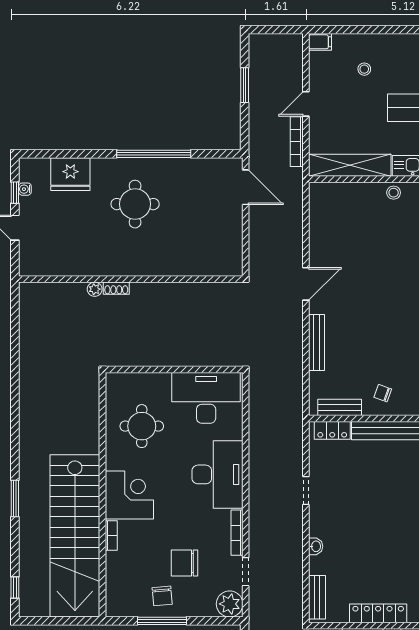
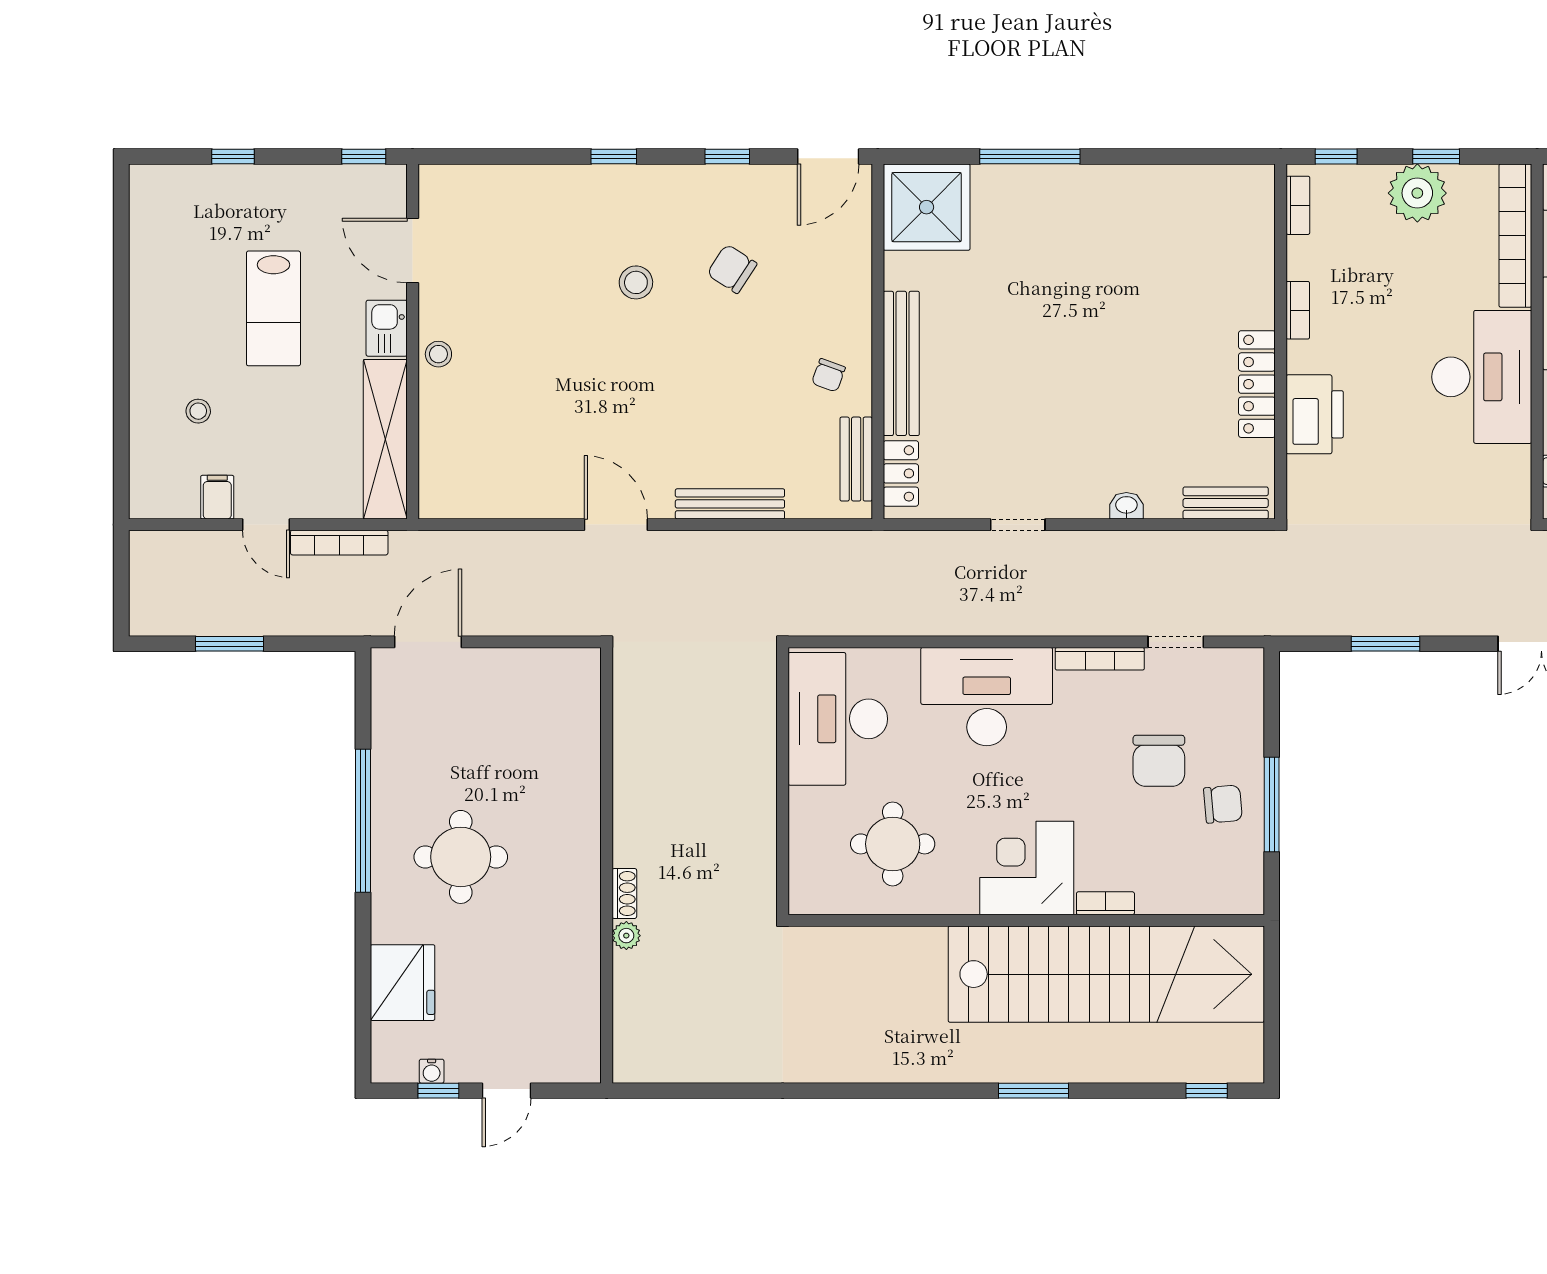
filing cabinet: (320, 42) -> (217, 497), moved
plant: (230, 604) -> (1239, 673), removed

